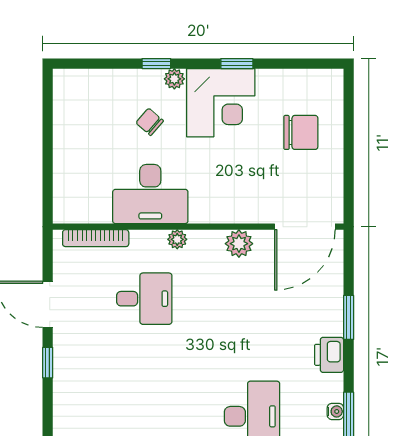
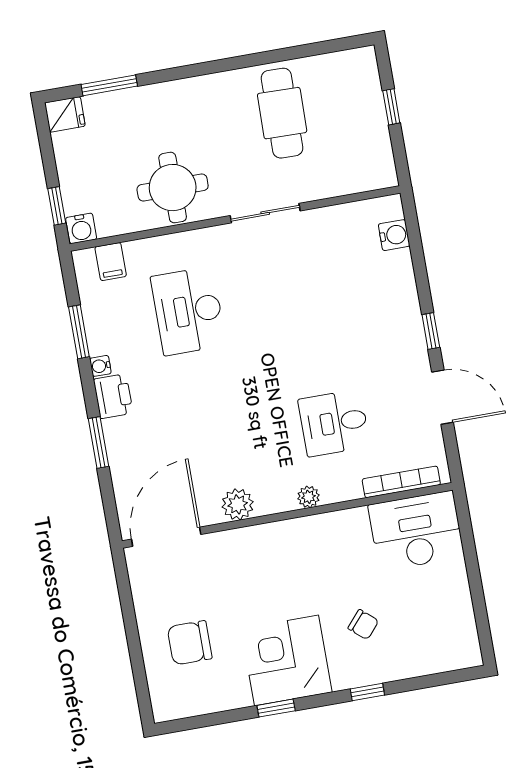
plant: (174, 79) -> (344, 678), removed
desk: (150, 194) -> (416, 531), moved
water cooler: (335, 411) -> (100, 366), moved

